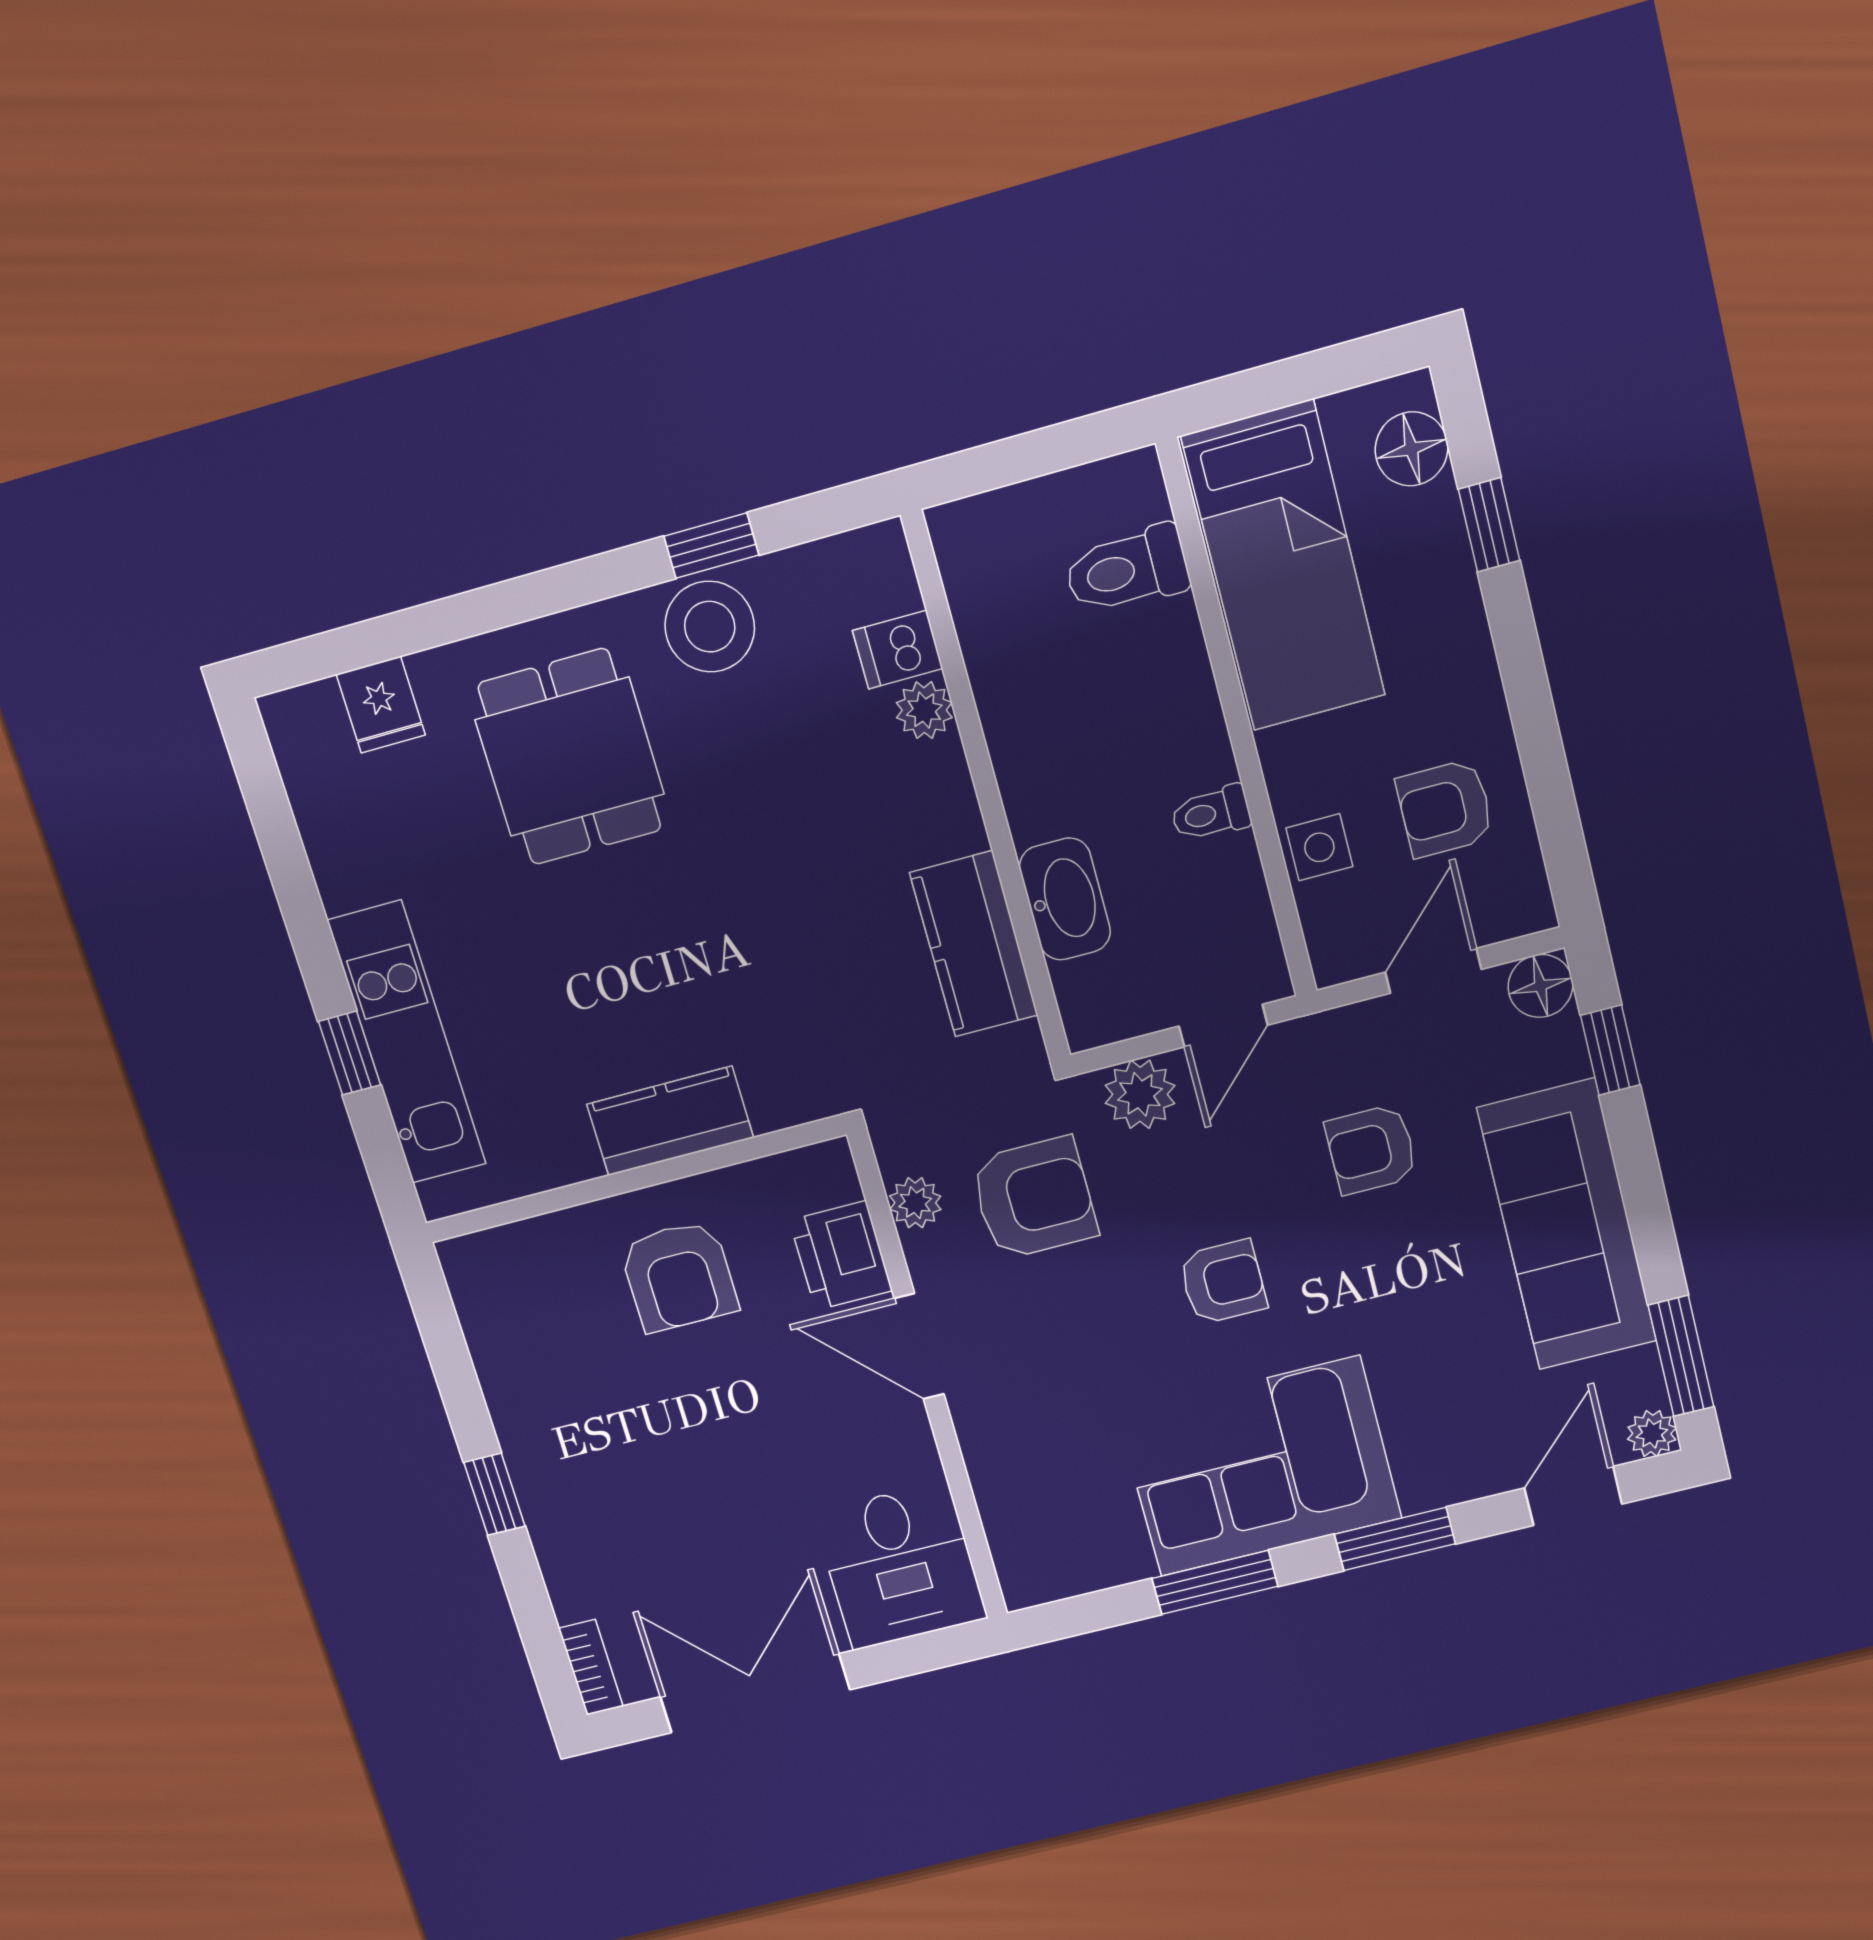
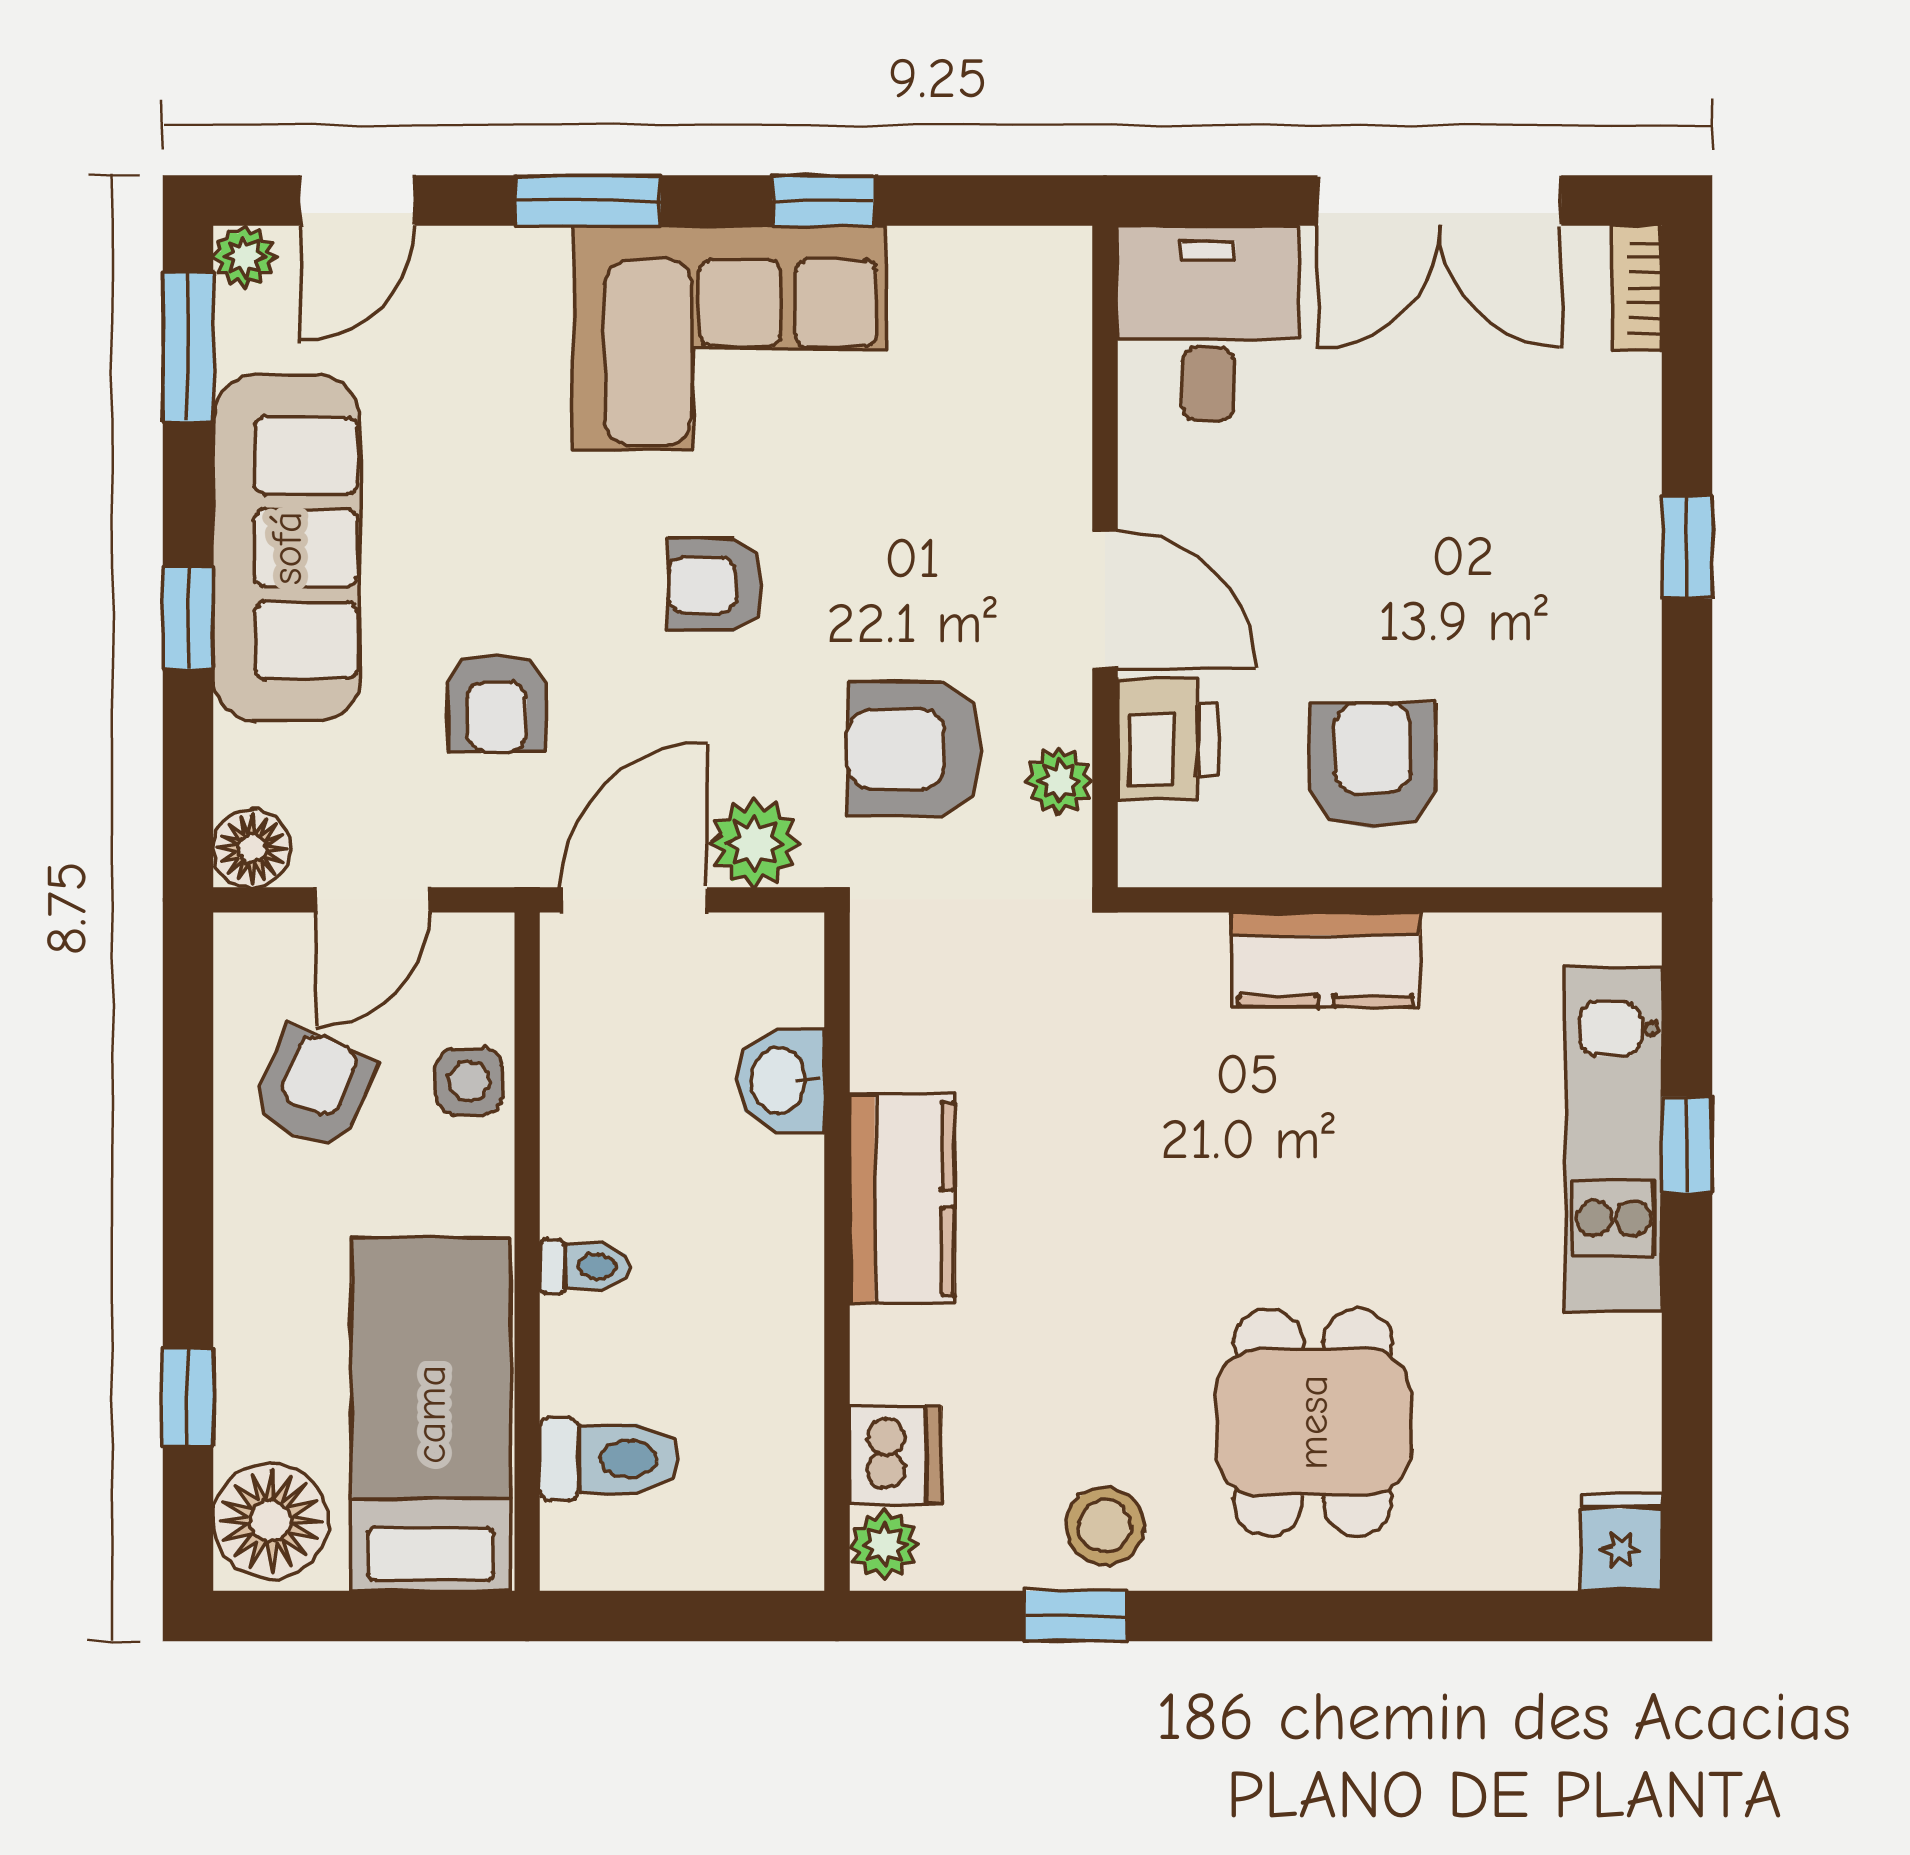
floor lamp: (1411, 449) -> (271, 1521), width x1.38, depth x1.38
stool: (710, 627) -> (1105, 1526), width x0.73, depth x0.73
dishwasher: (898, 650) -> (896, 1454), width x1.38
fridge: (381, 705) -> (1621, 1542), moved
plant: (924, 710) -> (884, 1545), moved
armchair: (1445, 808) -> (313, 1088), turned -66
toilet: (1211, 813) -> (585, 1266), moved
washbasin: (1065, 899) -> (781, 1080), width x0.72
kitchen counter: (974, 944) -> (902, 1199), moved
door: (1223, 1026) -> (634, 900), width x1.38
window: (1610, 1050) -> (188, 618), moved
armchair: (1371, 1149) -> (497, 703), turned 90
window: (1215, 1582) -> (823, 201), width x0.67

